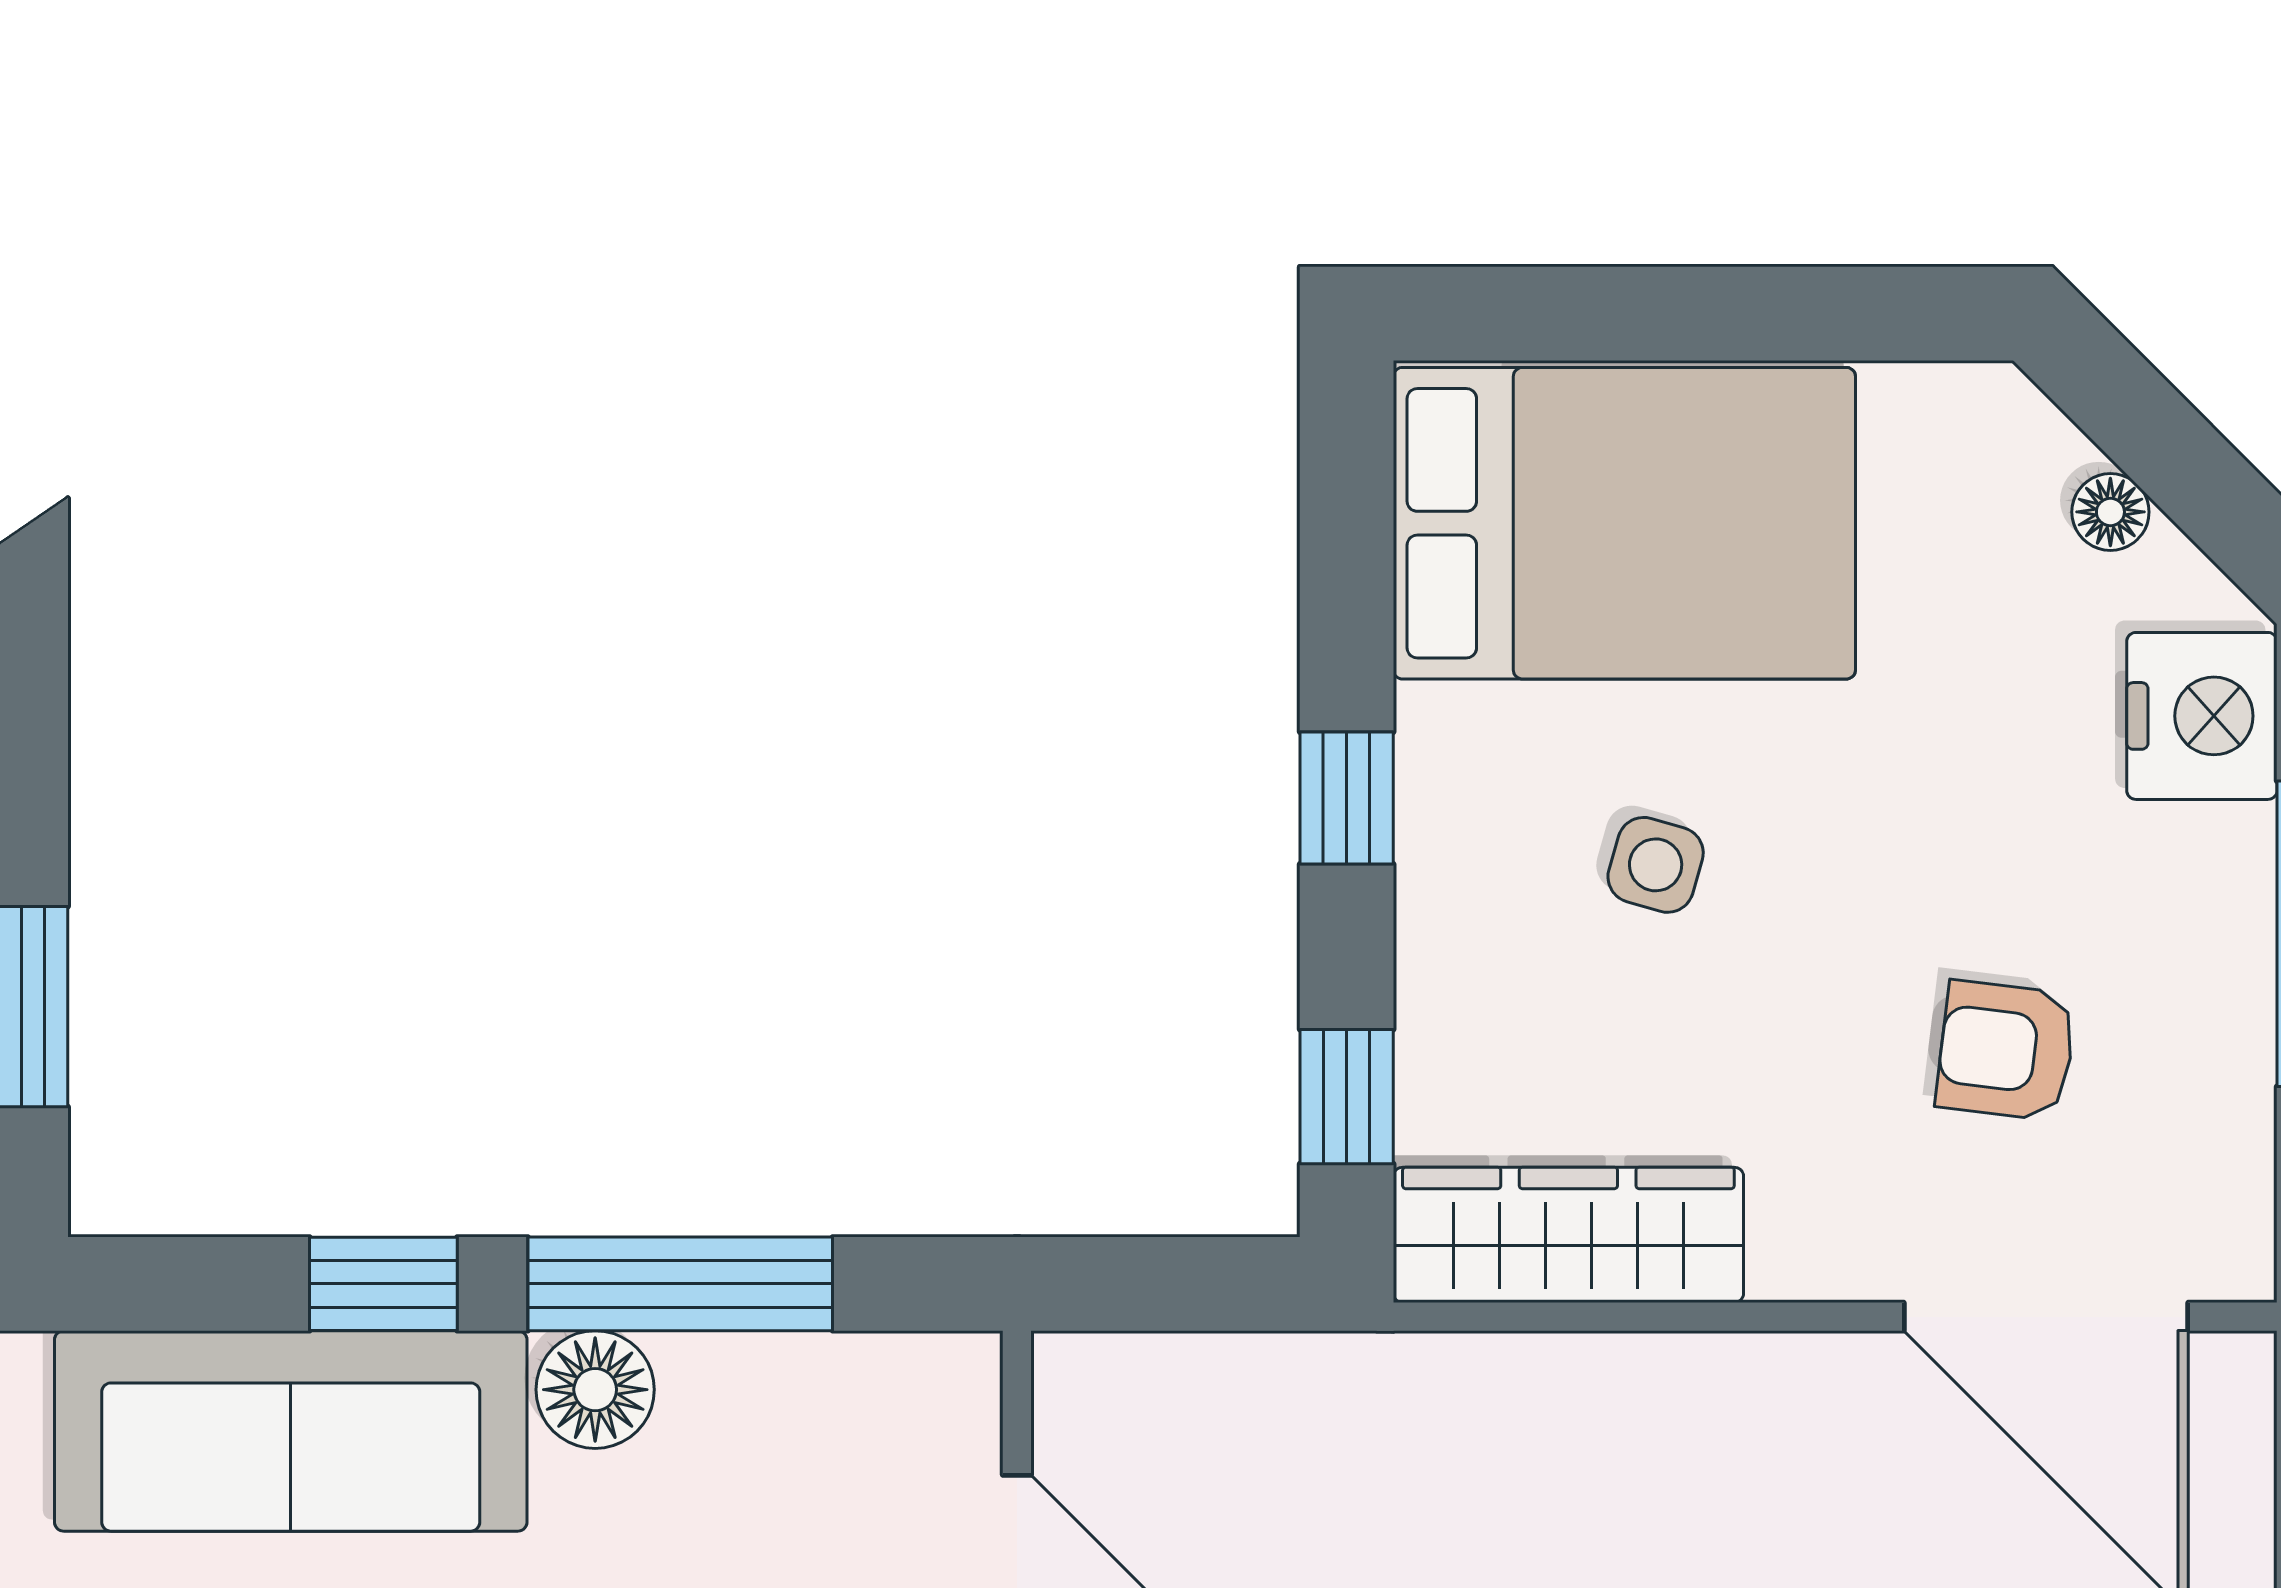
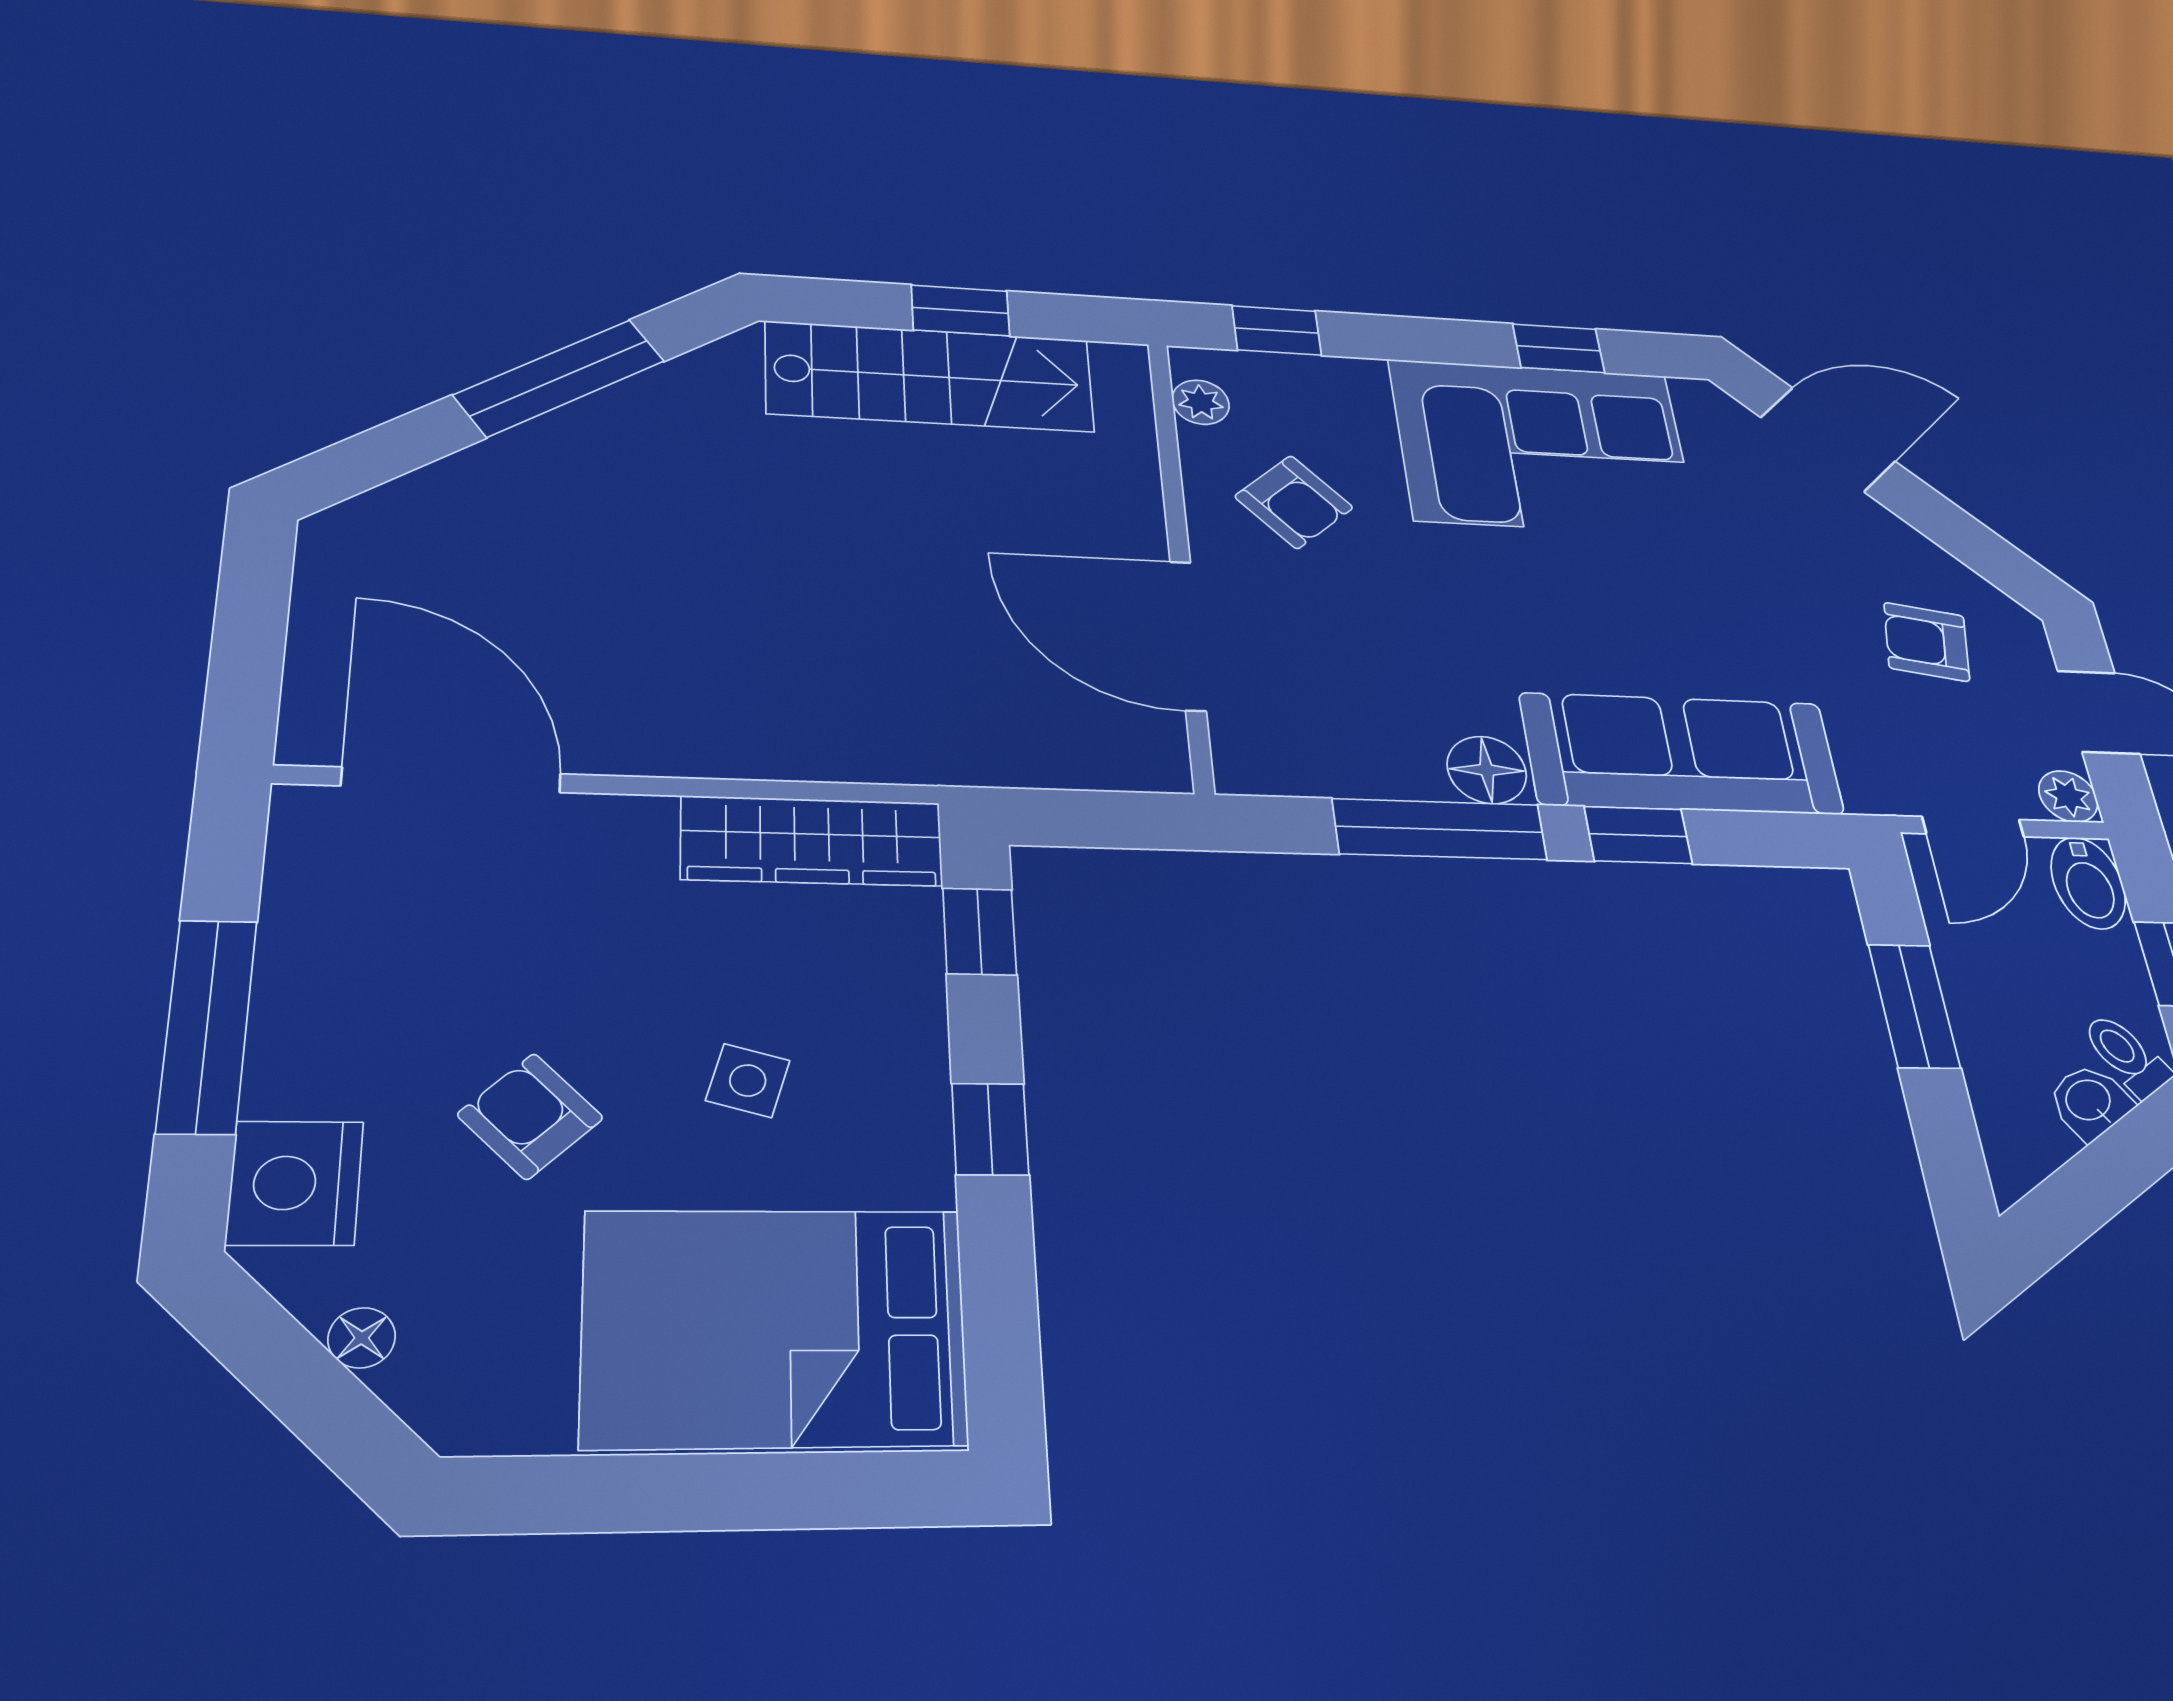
armchair: (2006, 1051) -> (530, 1116), moved, turned -141

